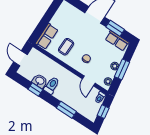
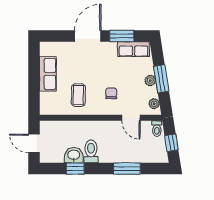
row of seats: (47, 36) -> (48, 74), moved

